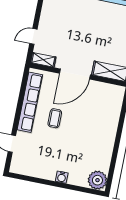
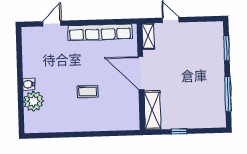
coffee table: (55, 118) -> (88, 92), moved
plant: (97, 180) -> (34, 101), moved

